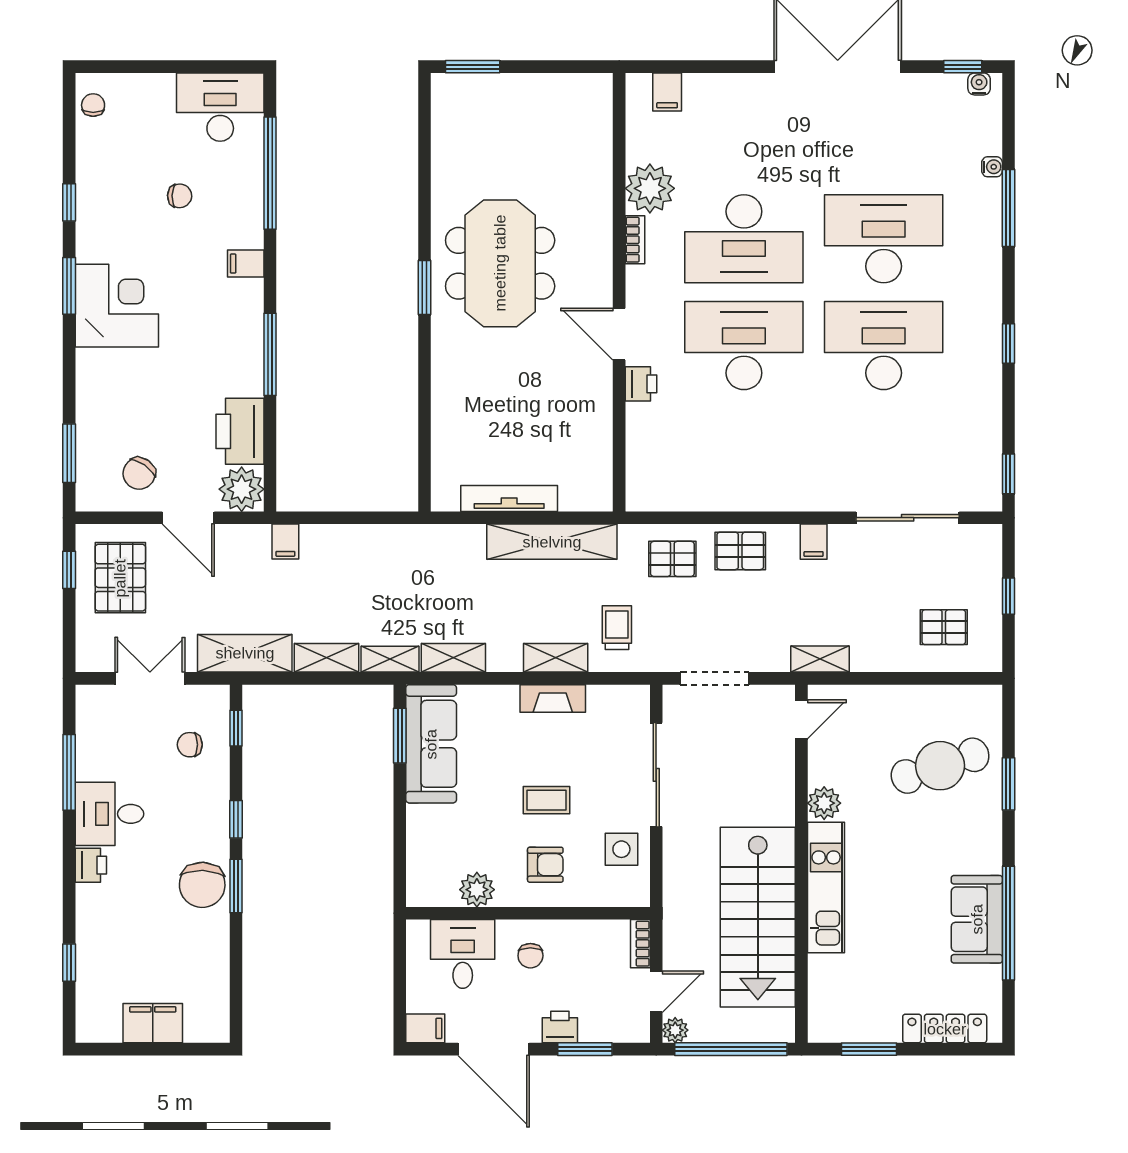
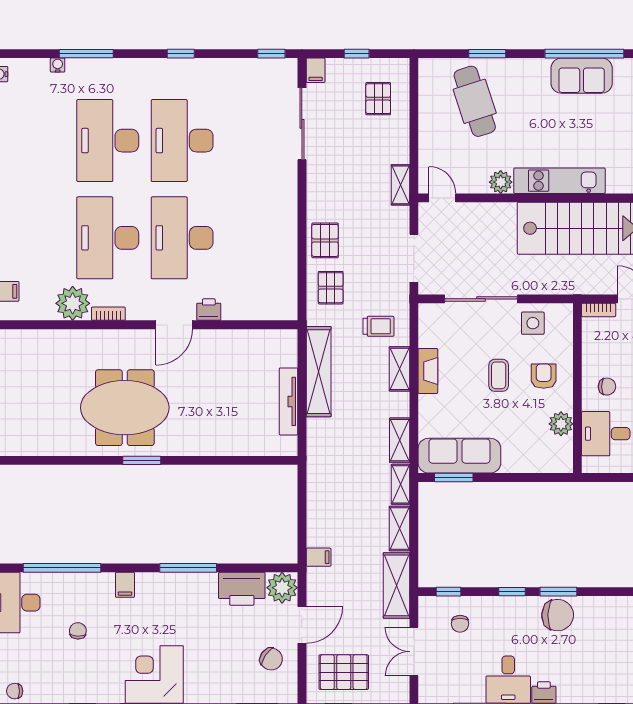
desk: (744, 239) -> (108, 238), turned 180
filing cabinet: (814, 542) -> (316, 70), moved, turned 90
trolley: (617, 628) -> (379, 326), turned 180

